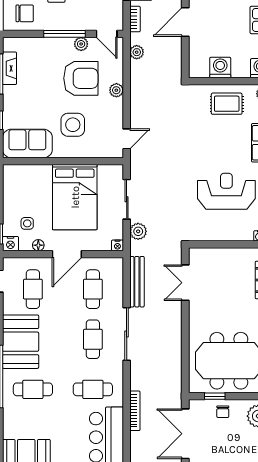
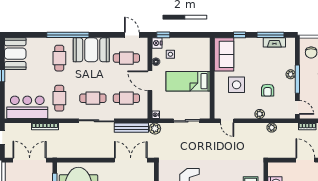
door: (107, 34) -> (297, 107), swing flipped
plant: (81, 44) -> (291, 74), moved
plant: (137, 52) -> (272, 128), moved
armchair: (81, 78) -> (268, 90), width x0.53, depth x0.53
bed: (75, 197) -> (188, 81), width x0.67
plant: (138, 231) -> (155, 129), moved
double door: (185, 283) -> (131, 160), width x1.37

